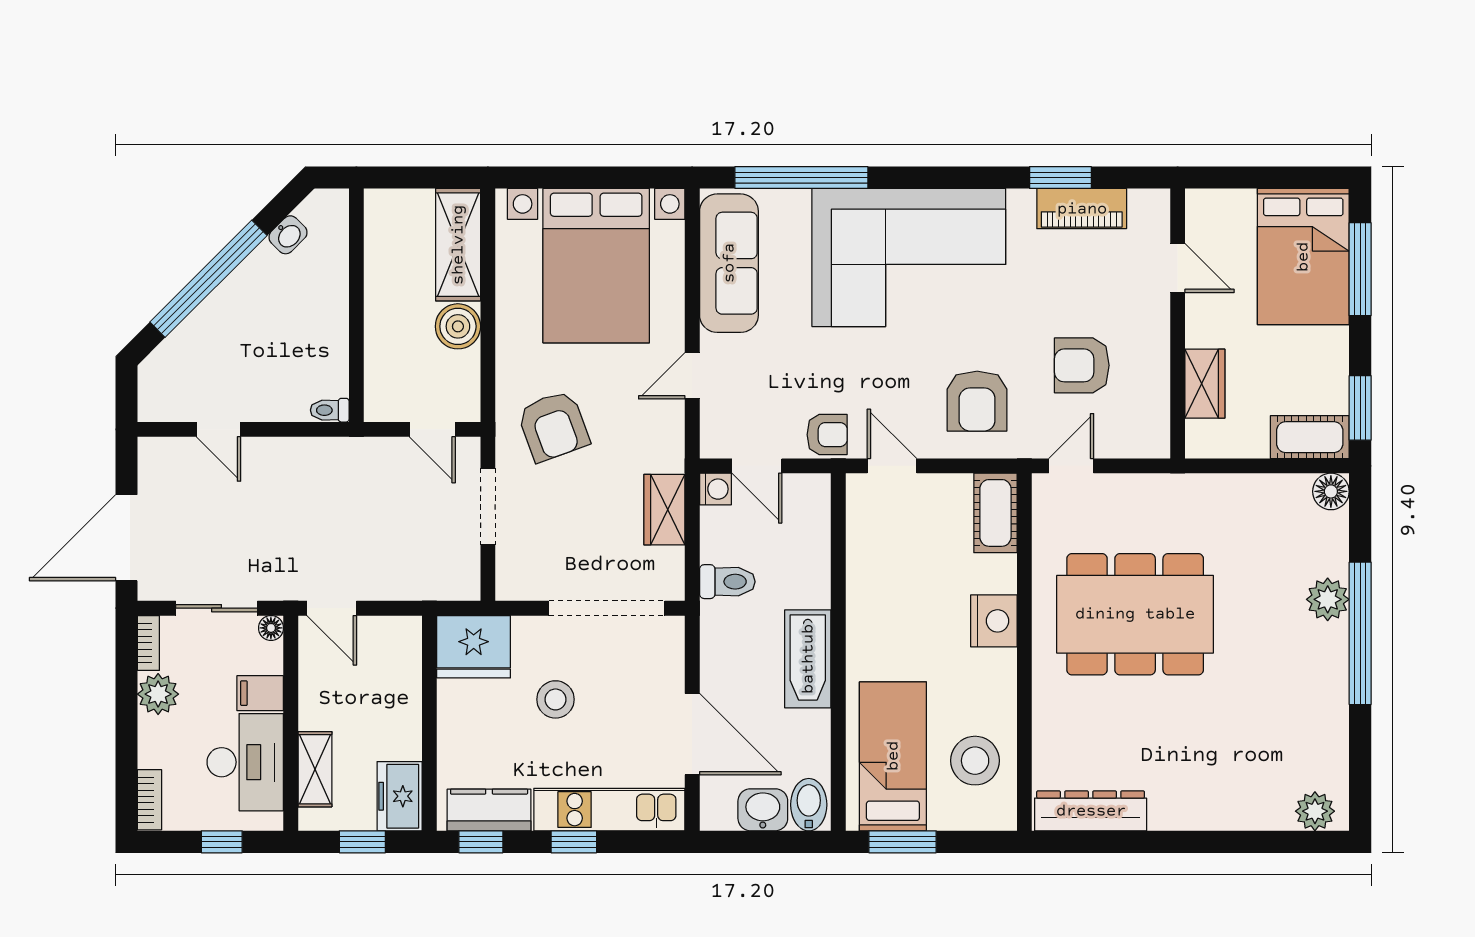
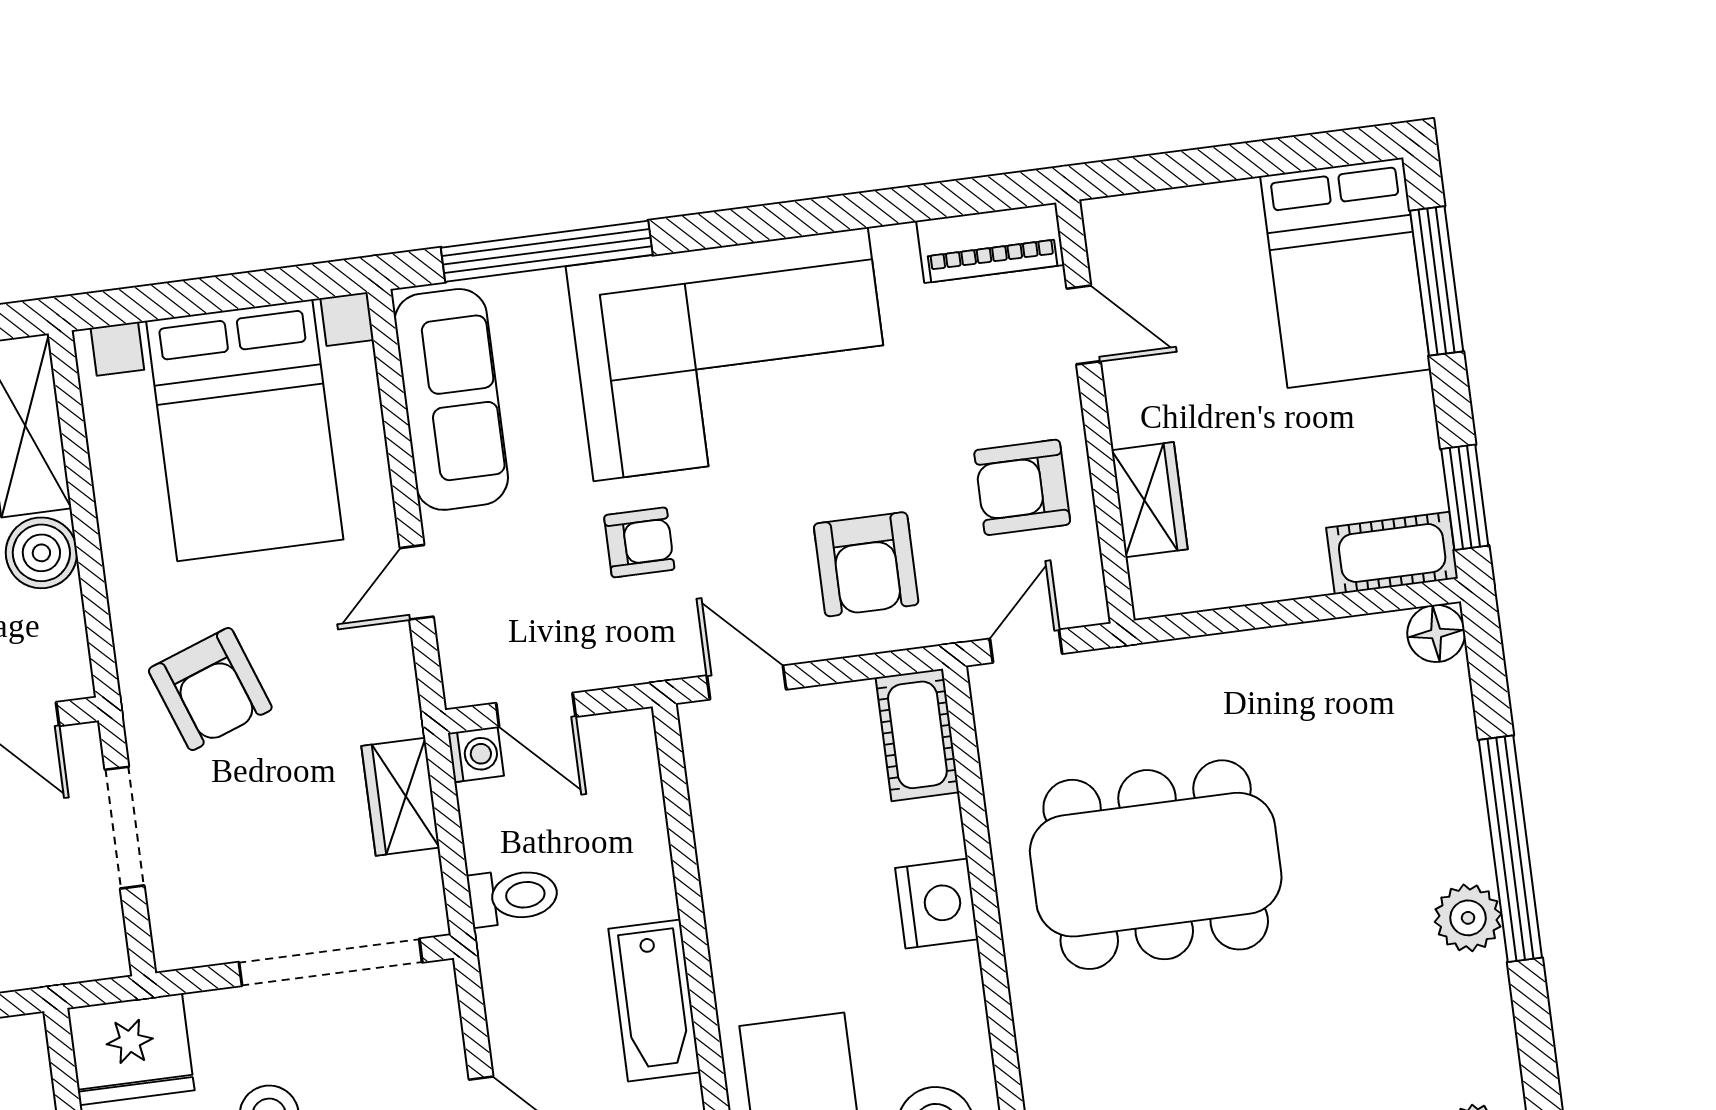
window: (1060, 178) -> (951, 199), removed
door: (1178, 268) -> (1084, 325), moved
wall: (1178, 324) -> (1095, 412), moved
wardrobe: (1205, 384) -> (1150, 500), moved
armchair: (827, 435) -> (639, 542), moved
plant: (1328, 599) -> (1468, 918), moved

